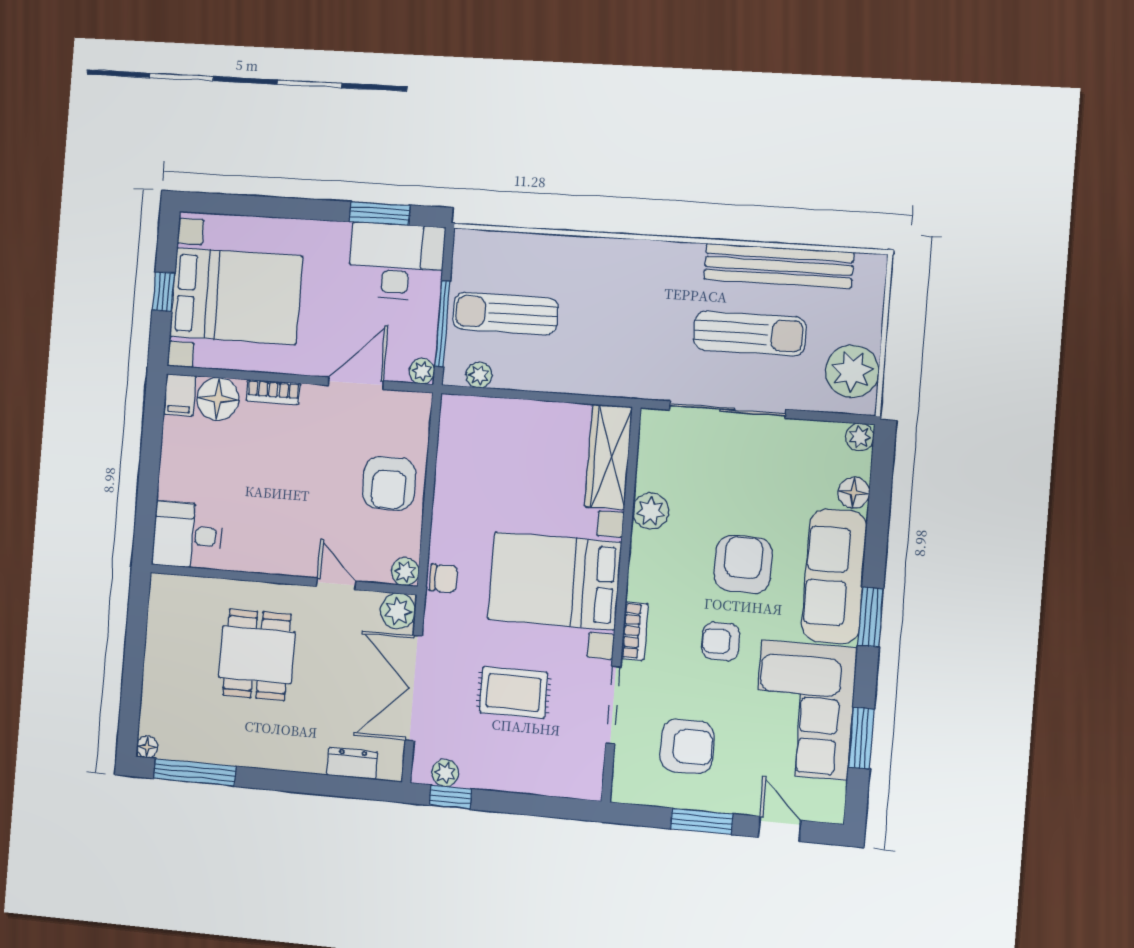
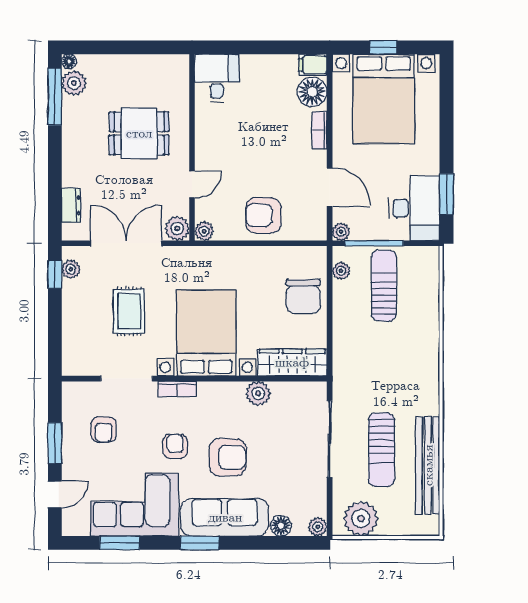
chair: (443, 578) -> (303, 296), moved, width x1.87, depth x1.87
plant: (178, 743) -> (74, 83), added
armchair: (687, 747) -> (104, 430), width x0.72, depth x0.72

